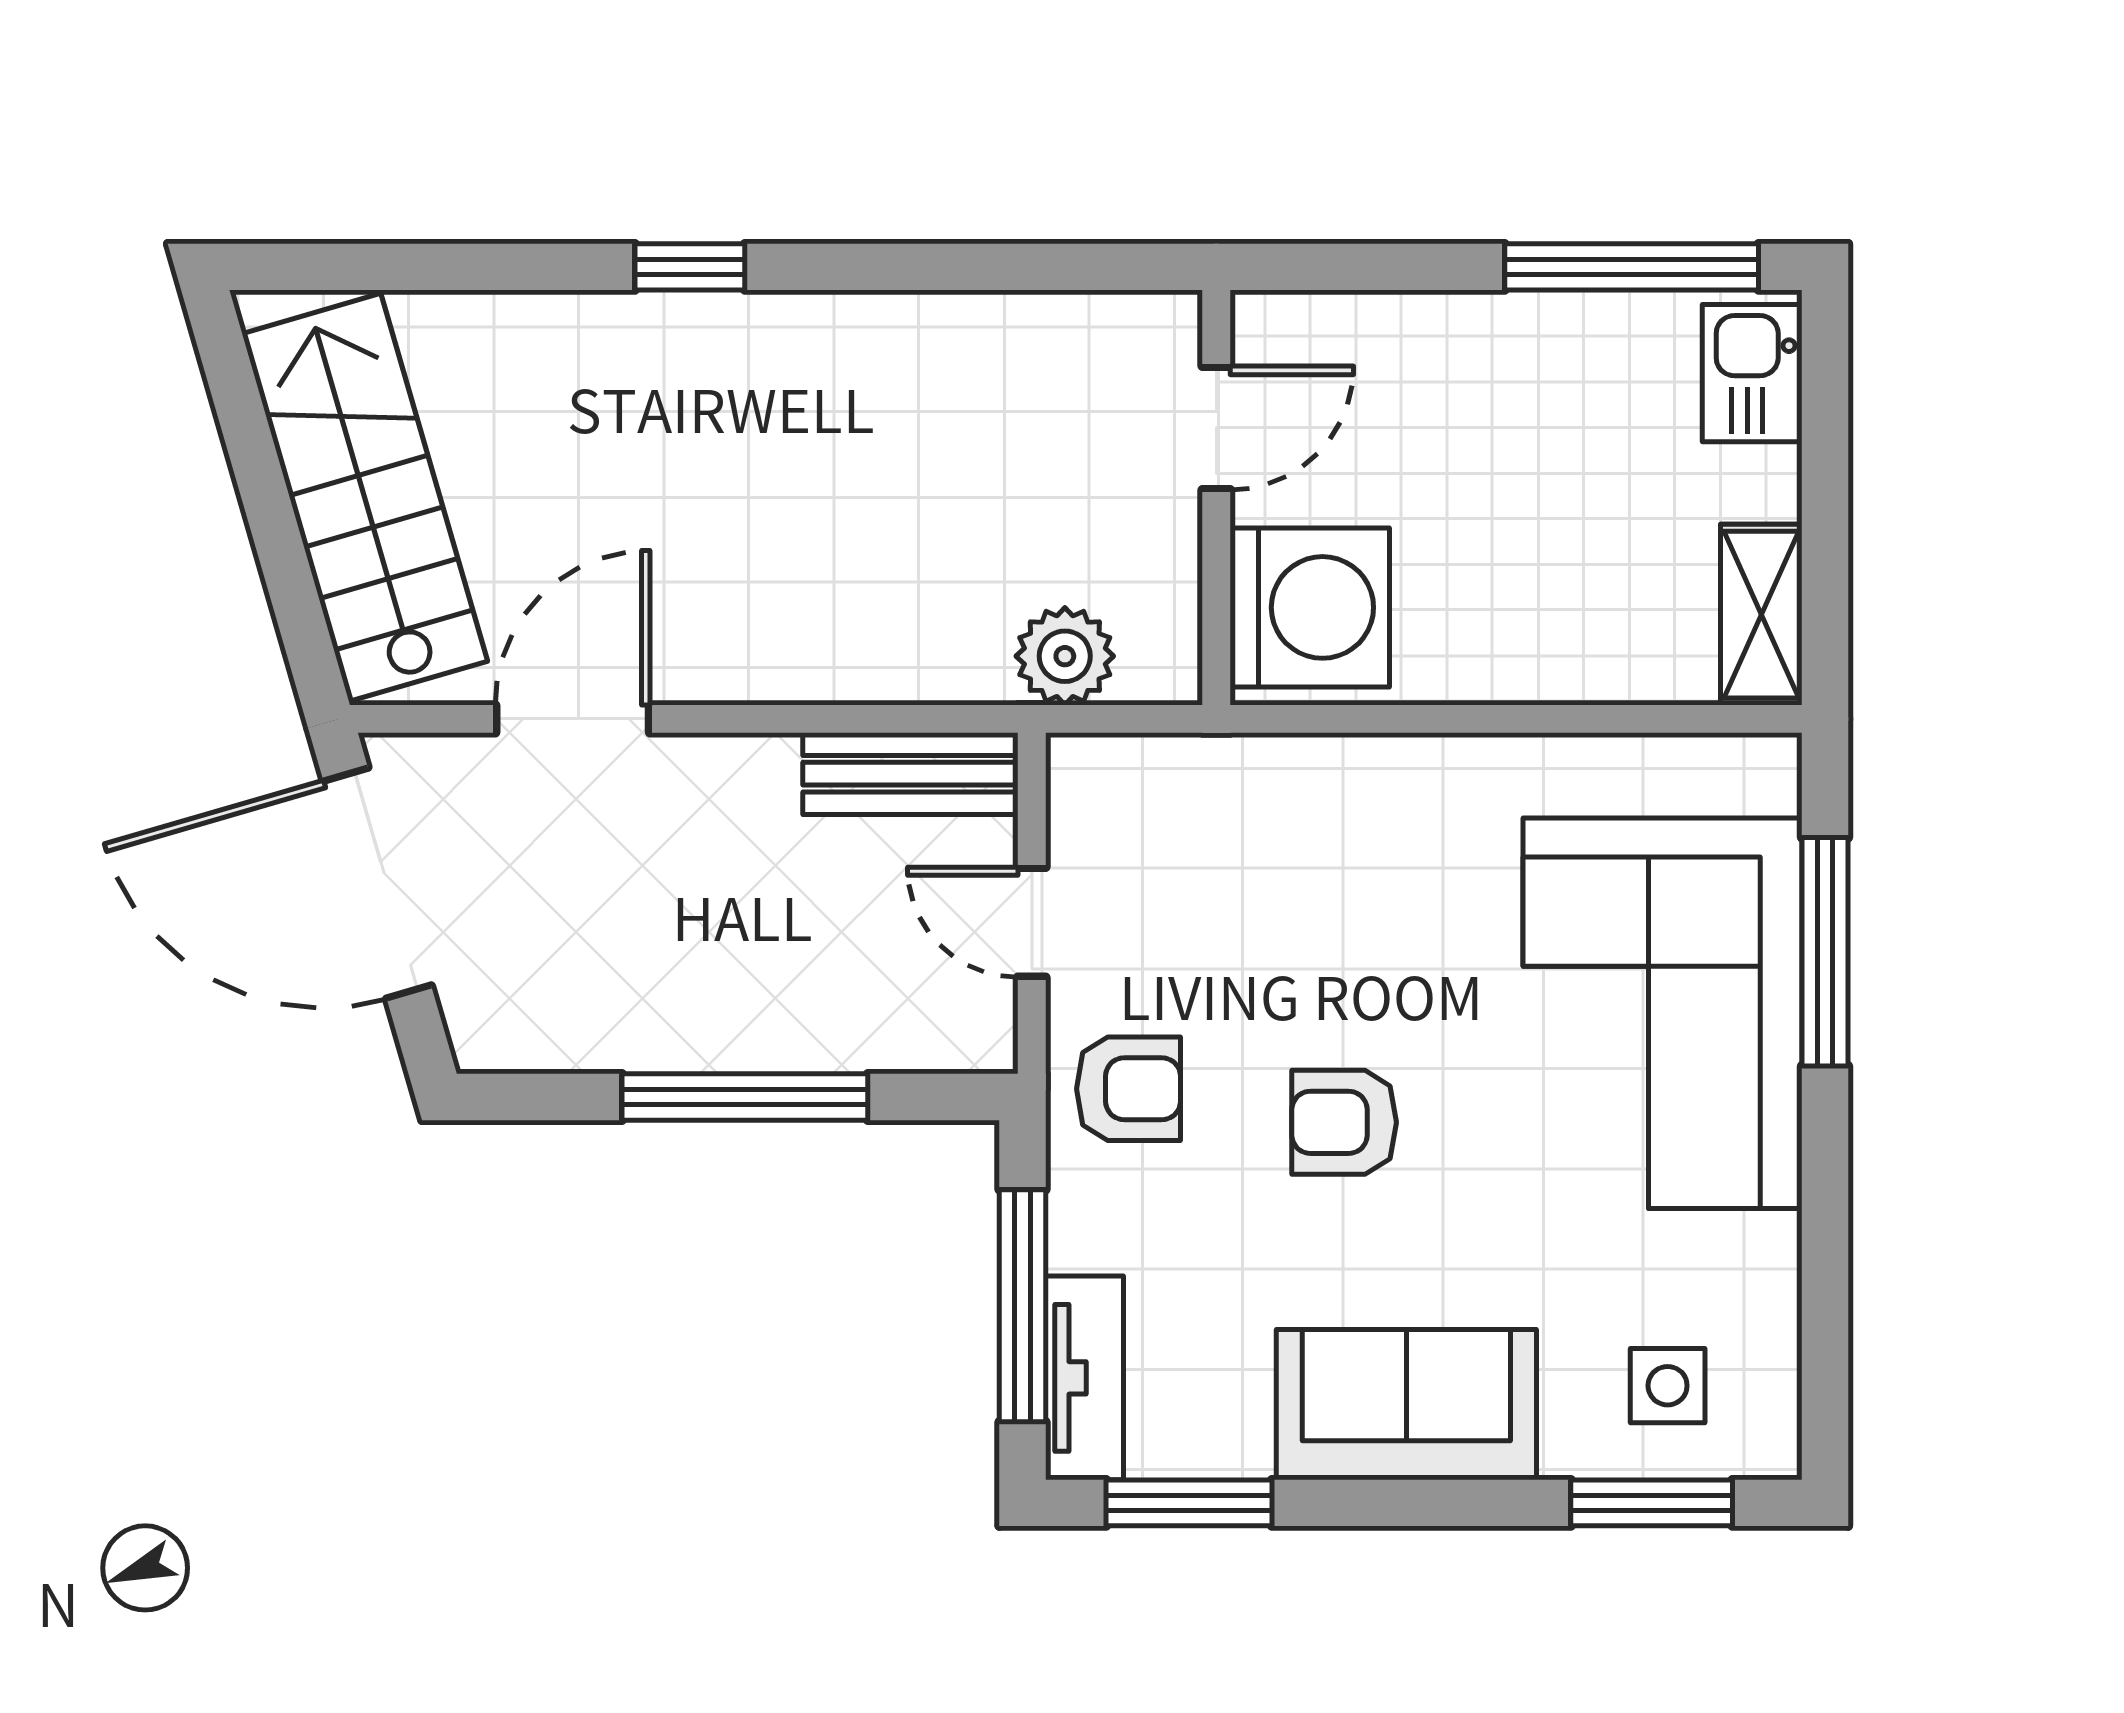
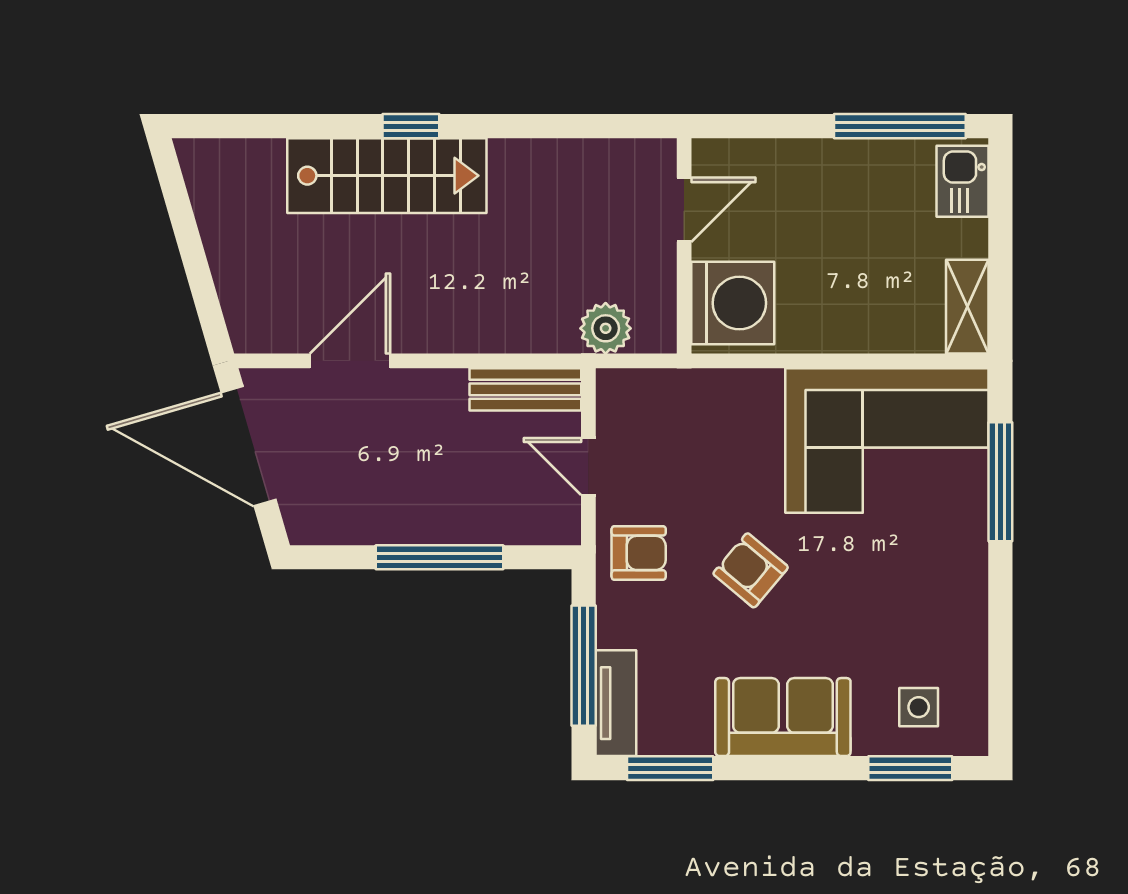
stairs: (365, 497) -> (387, 176), moved, turned 106
corner sofa: (1663, 1013) -> (887, 440), moved, turned -90
armchair: (1344, 1122) -> (751, 570), turned 40

